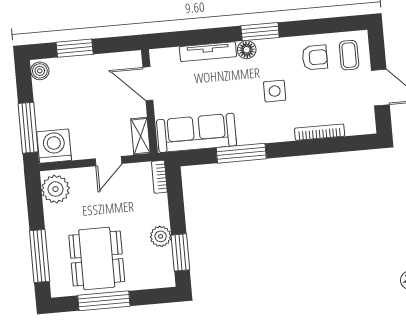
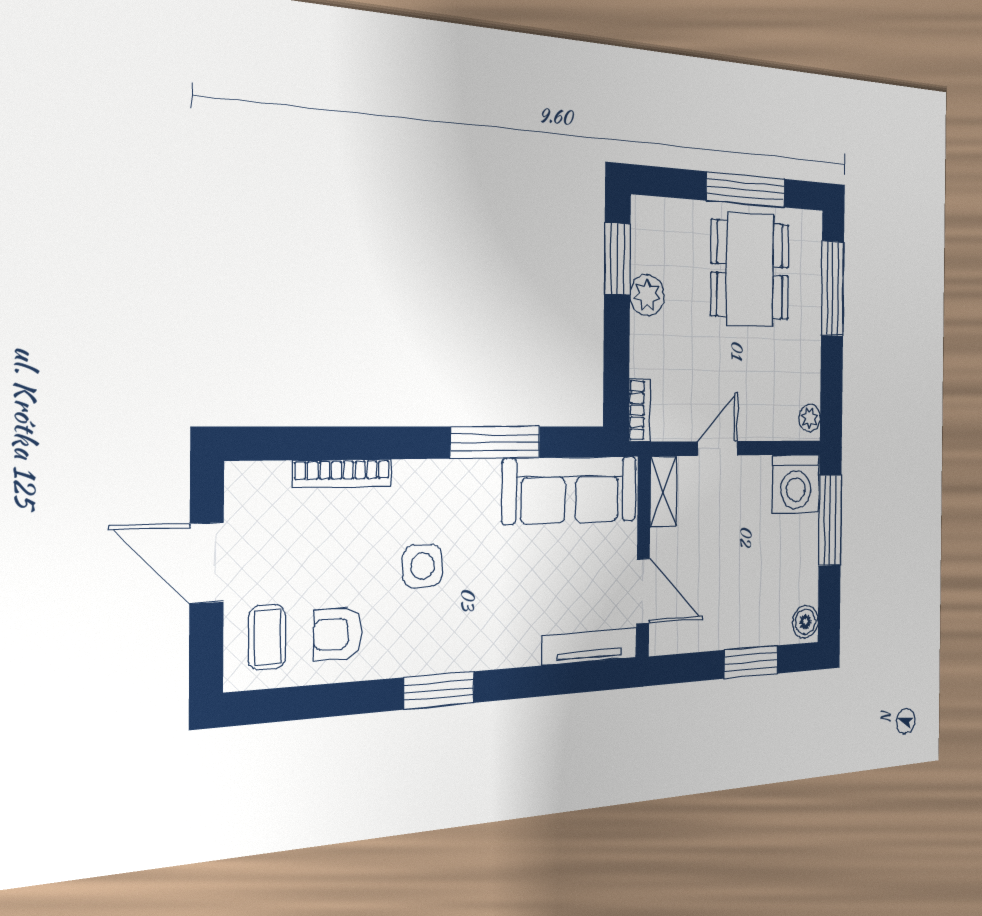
floor lamp: (247, 50) -> (467, 653), removed
tv unit: (208, 52) -> (590, 647), moved
plant: (55, 189) -> (810, 418), width x0.53, depth x0.53

